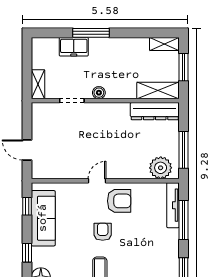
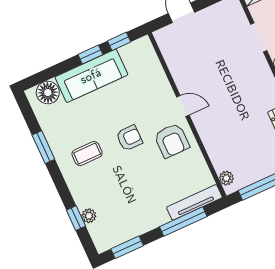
plant: (161, 168) -> (226, 178), width x0.53, depth x0.53
sofa: (43, 218) -> (91, 76), moved
window: (27, 253) -> (90, 55), moved

